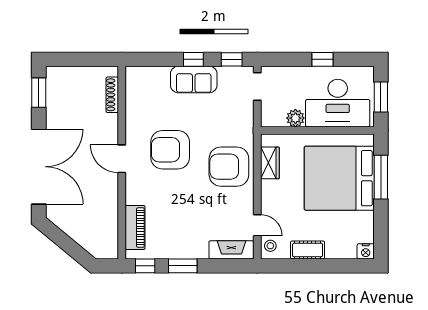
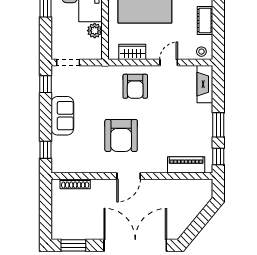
window: (193, 59) -> (45, 150), moved
armchair: (229, 167) -> (135, 86), width x0.73, depth x0.73
door: (257, 225) -> (169, 63), moved

